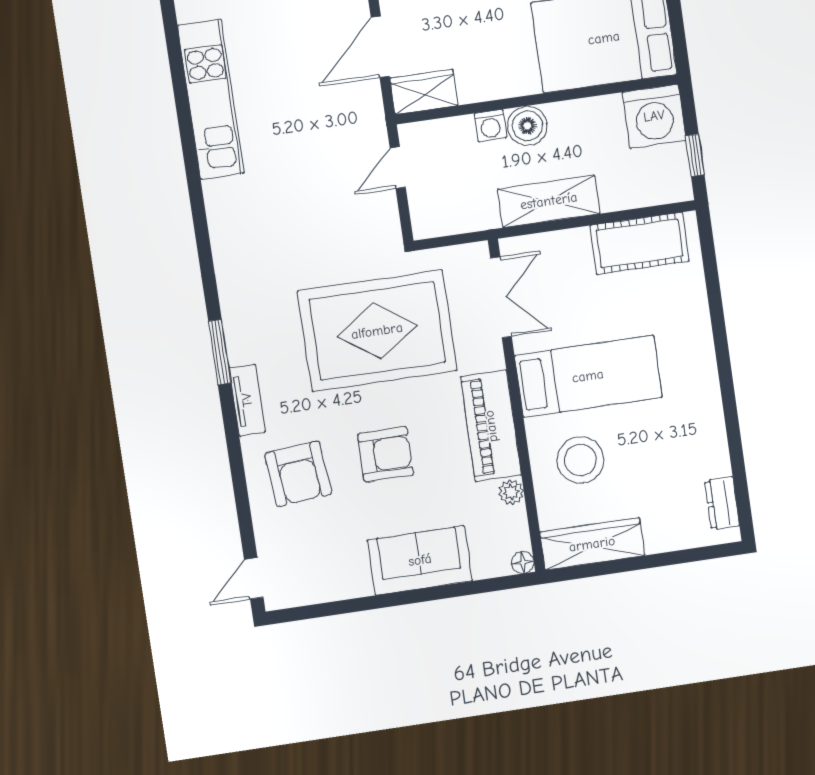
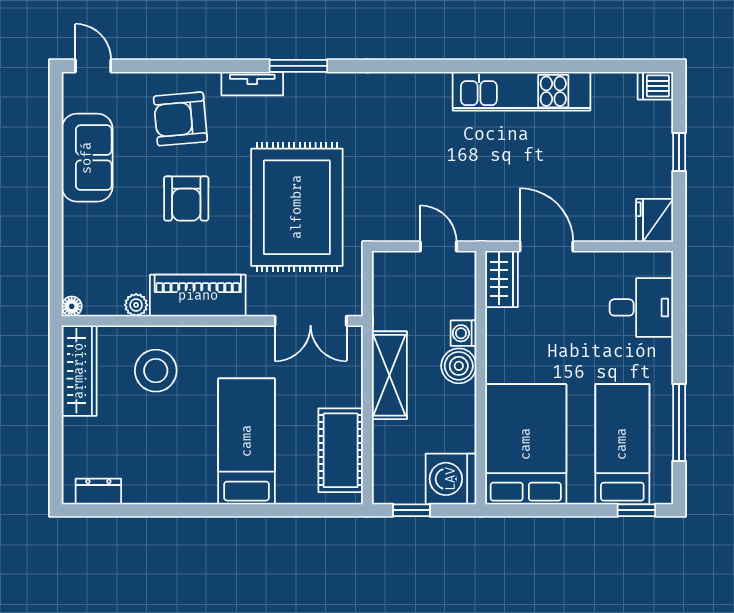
bed: (588, 376) -> (247, 441), moved, turned 180
sofa: (420, 560) -> (87, 158), moved

